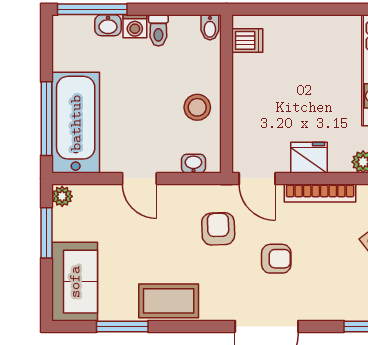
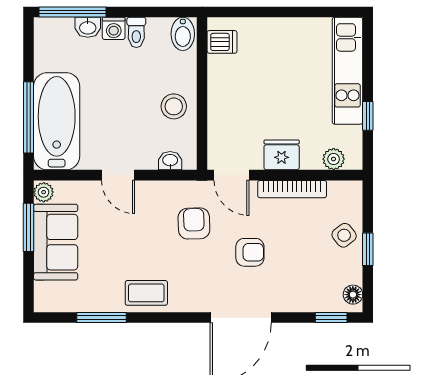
bidet: (210, 27) -> (183, 34), width x1.38, depth x1.36
sofa: (75, 282) -> (56, 242), moved
coffee table: (169, 301) -> (146, 293), width x0.73, depth x0.77

